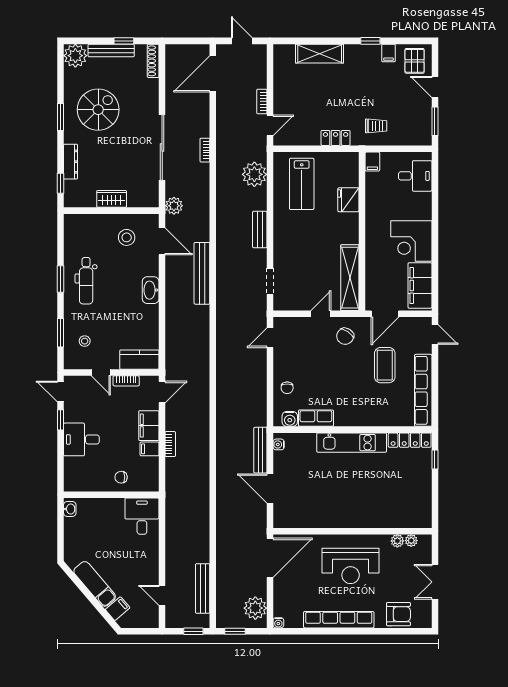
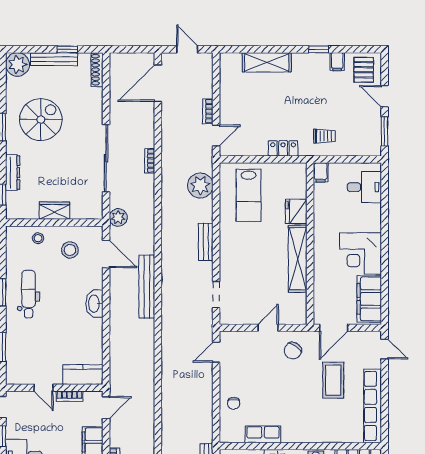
shelving: (350, 278) -> (298, 259), moved
dental chair: (86, 281) -> (29, 294), turned 180
stool: (85, 341) -> (38, 238), moved
water cooler: (290, 419) -> (236, 435), removed

